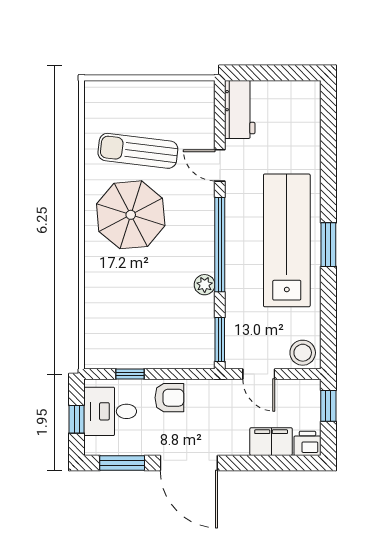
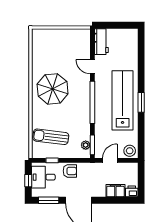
sun lounger: (138, 151) -> (51, 137), moved
plant: (205, 285) -> (86, 145), moved
door: (259, 374) -> (110, 160), swing flipped
window: (328, 406) -> (141, 175), removed

